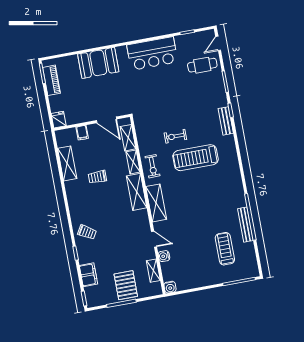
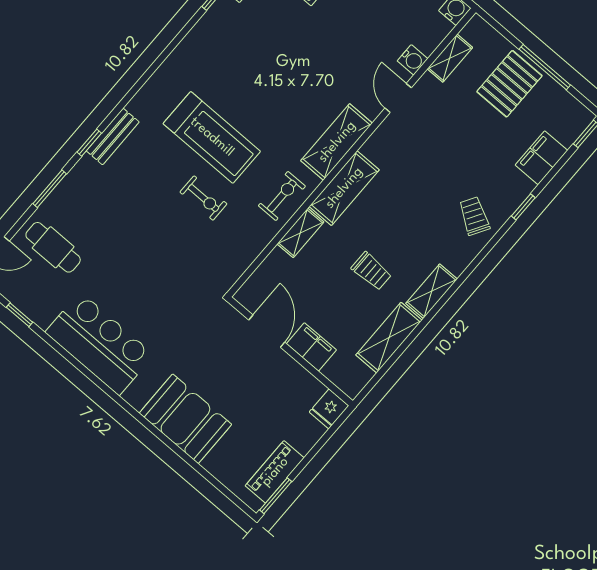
filing cabinet: (82, 133) -> (311, 347), width x2.00
shelving: (128, 138) -> (432, 291), moved

